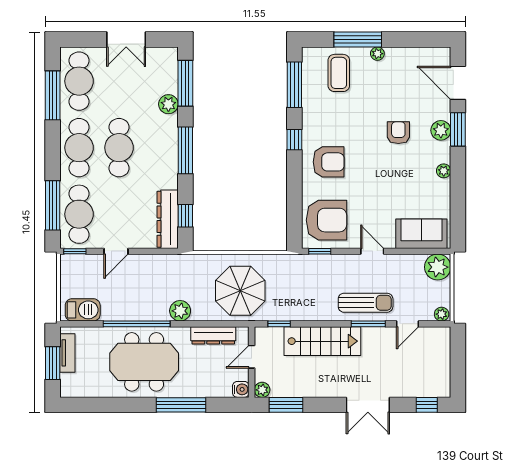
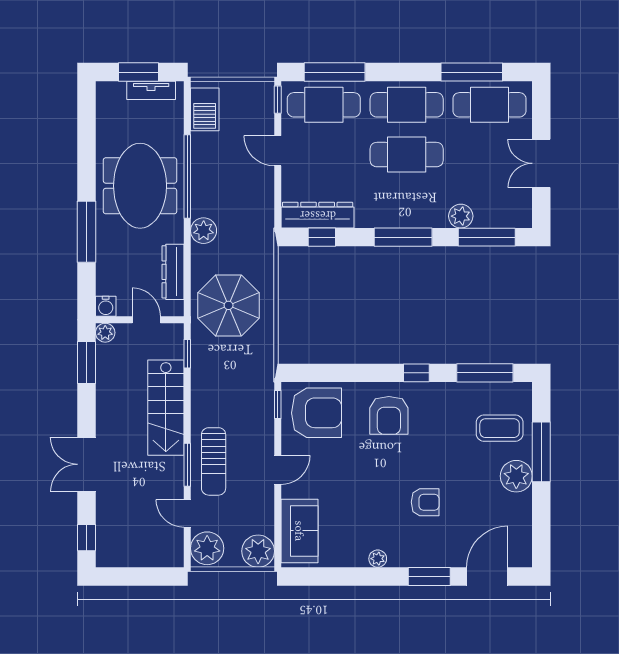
plant: (377, 54) -> (516, 476), width x1.88, depth x1.88
plant: (441, 130) -> (428, 555), removed
armchair: (326, 220) -> (317, 413), turned -90
plant: (442, 314) -> (207, 548), width x1.88, depth x1.88

